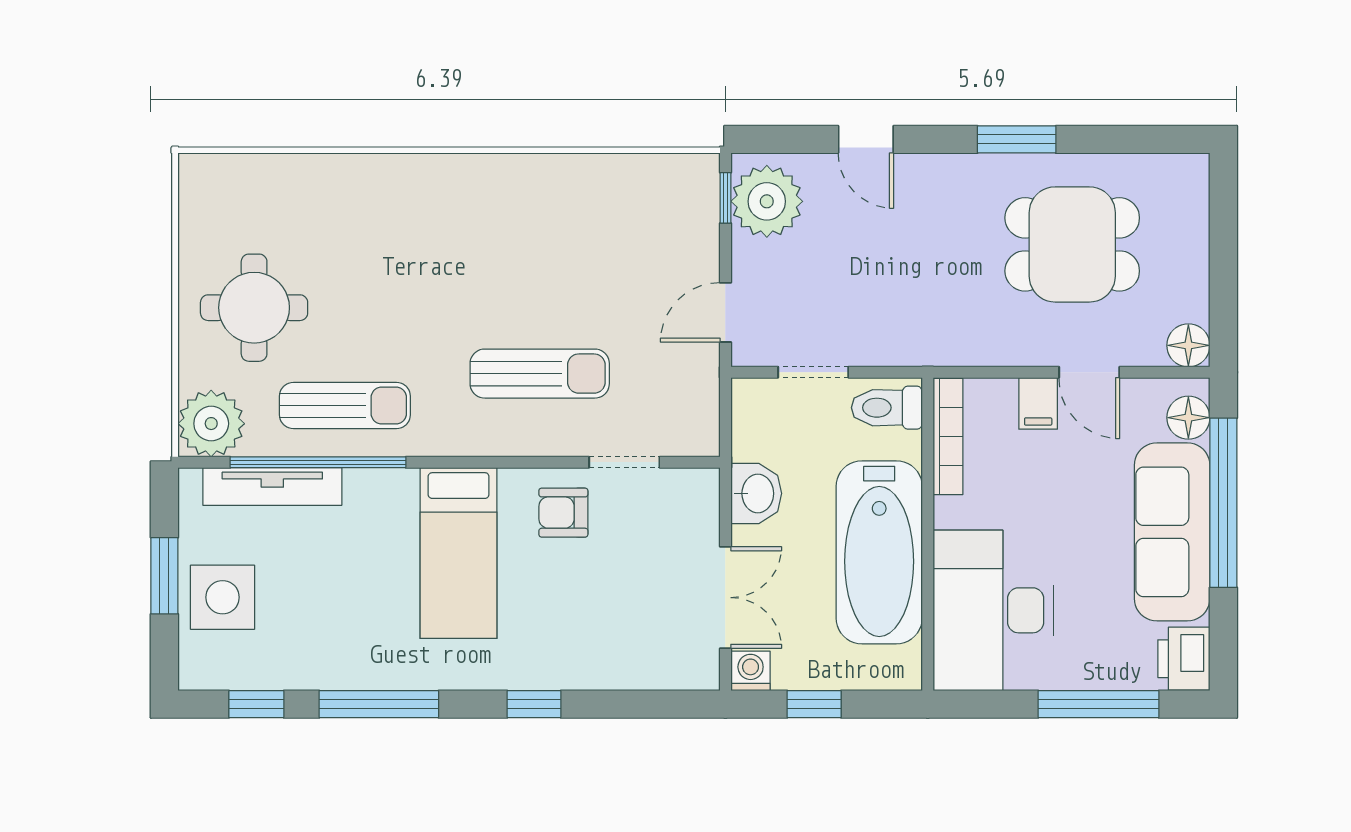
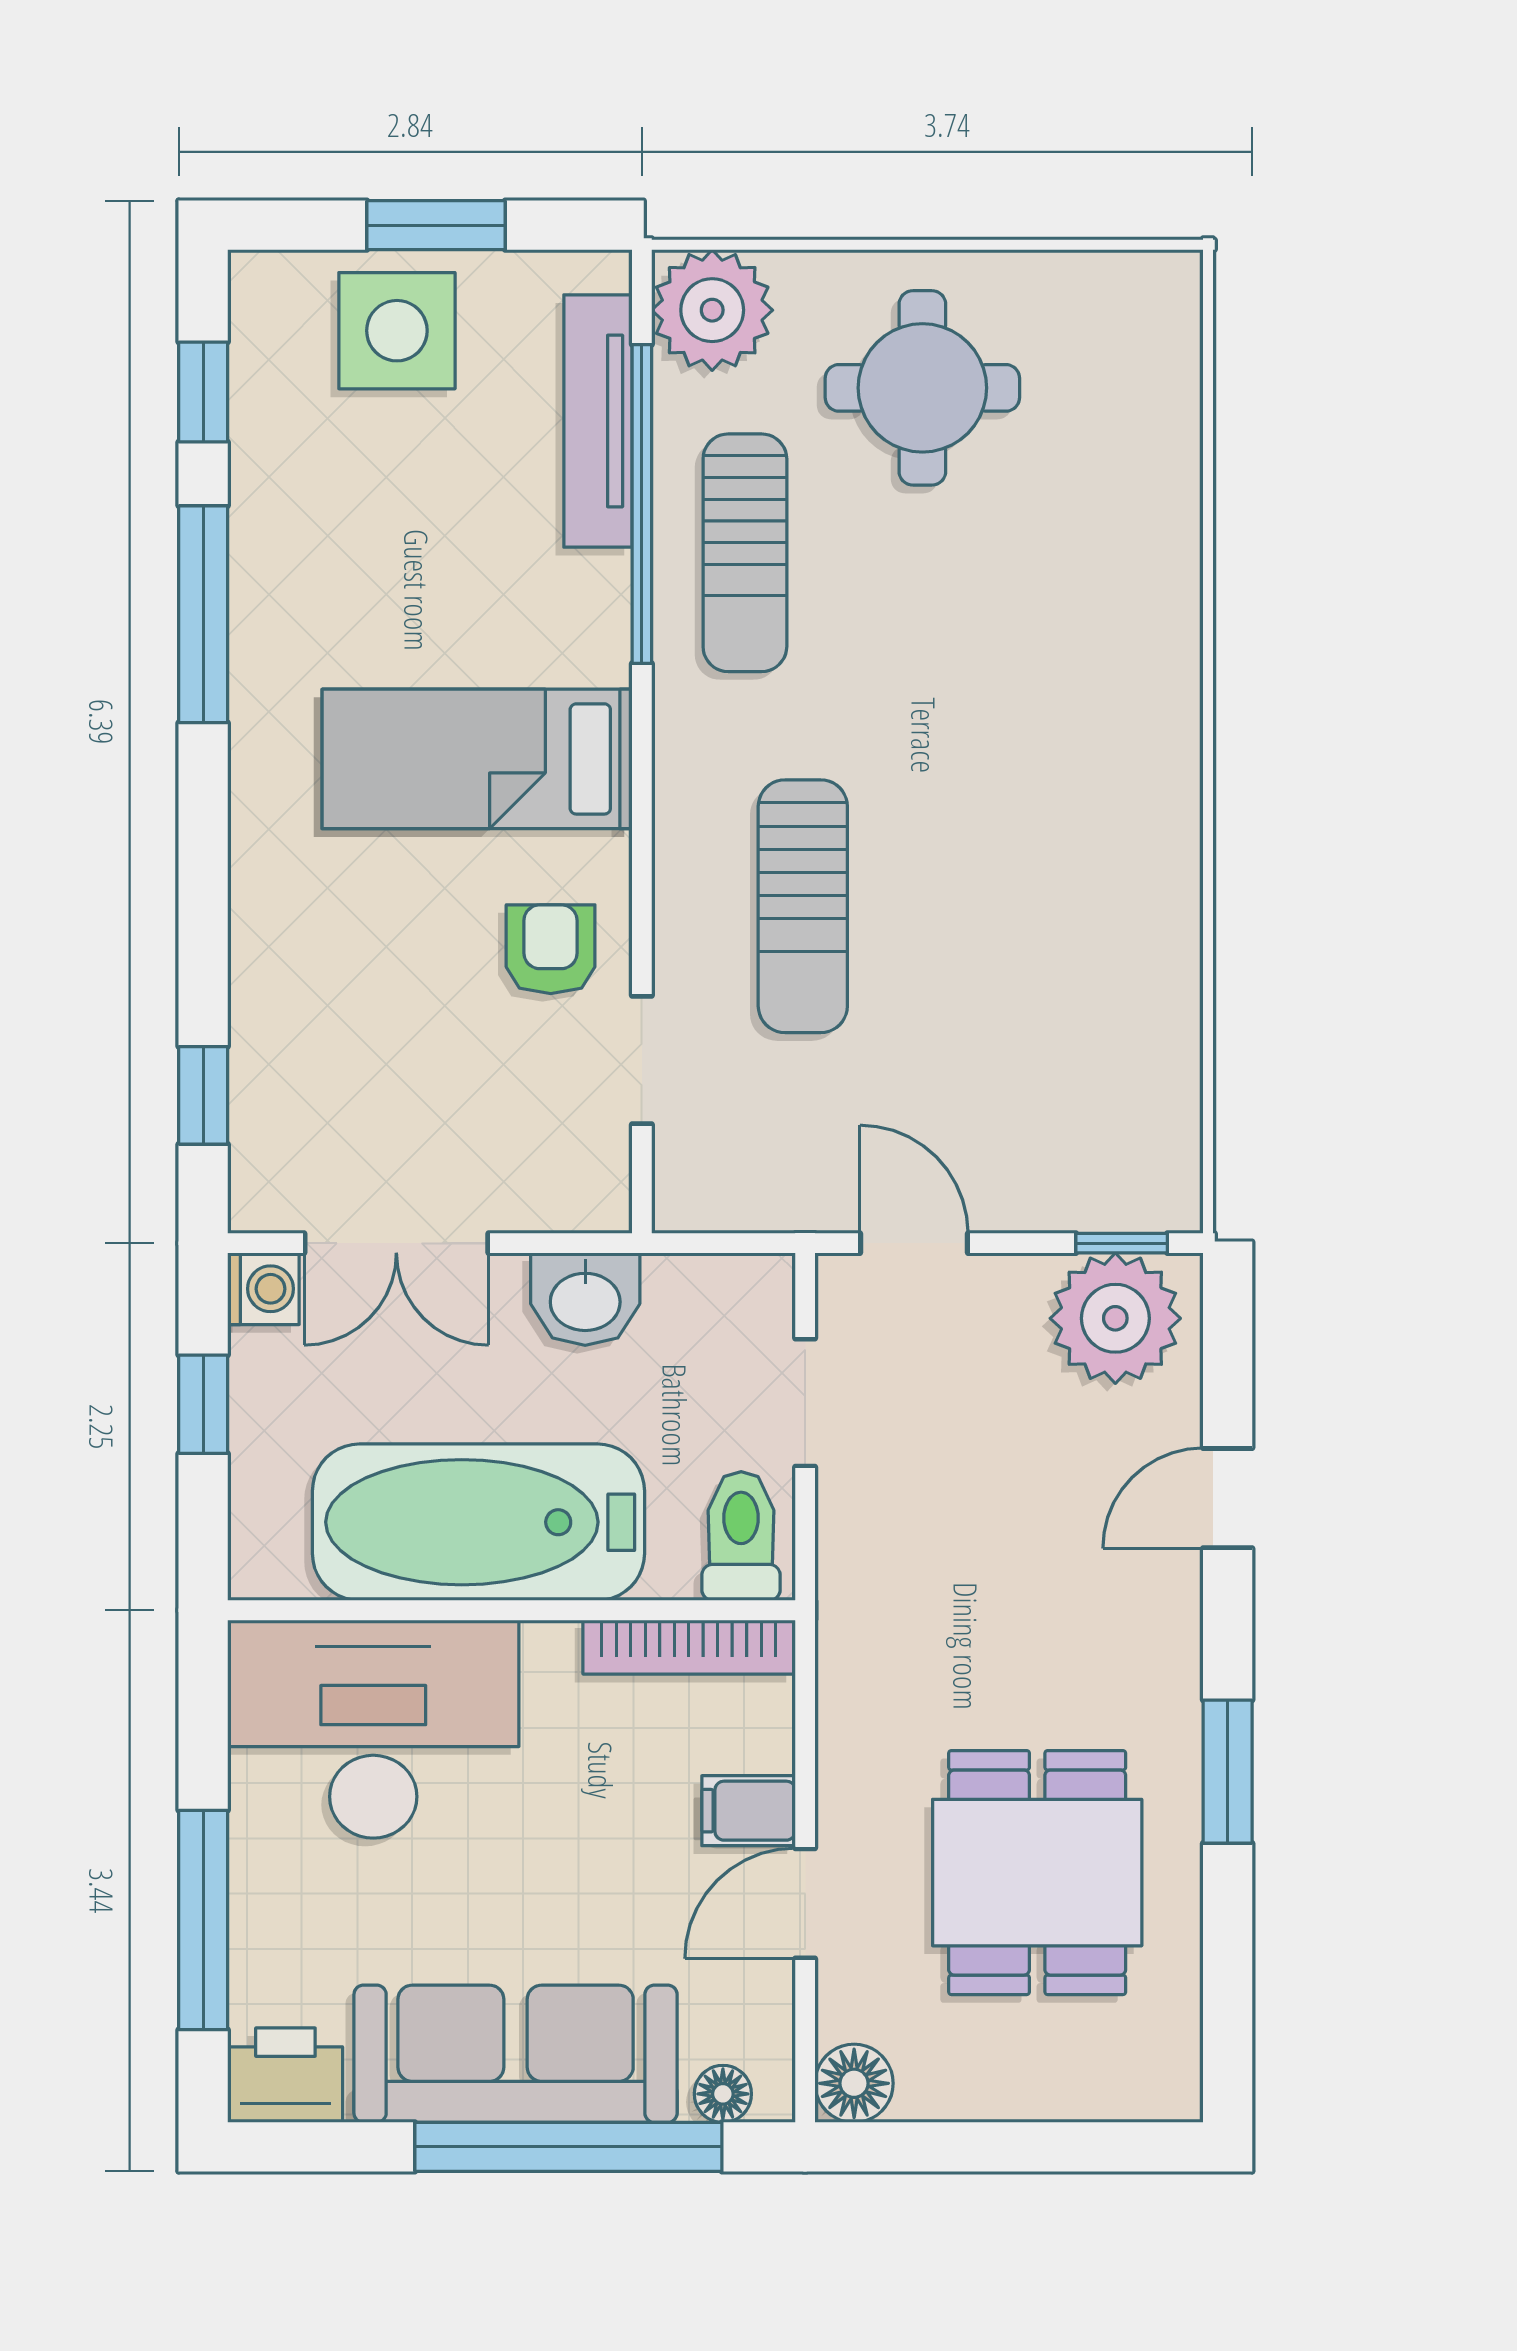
floor lamp: (1188, 418) -> (723, 2094), width x0.73, depth x0.73
window: (534, 704) -> (203, 1095), moved

